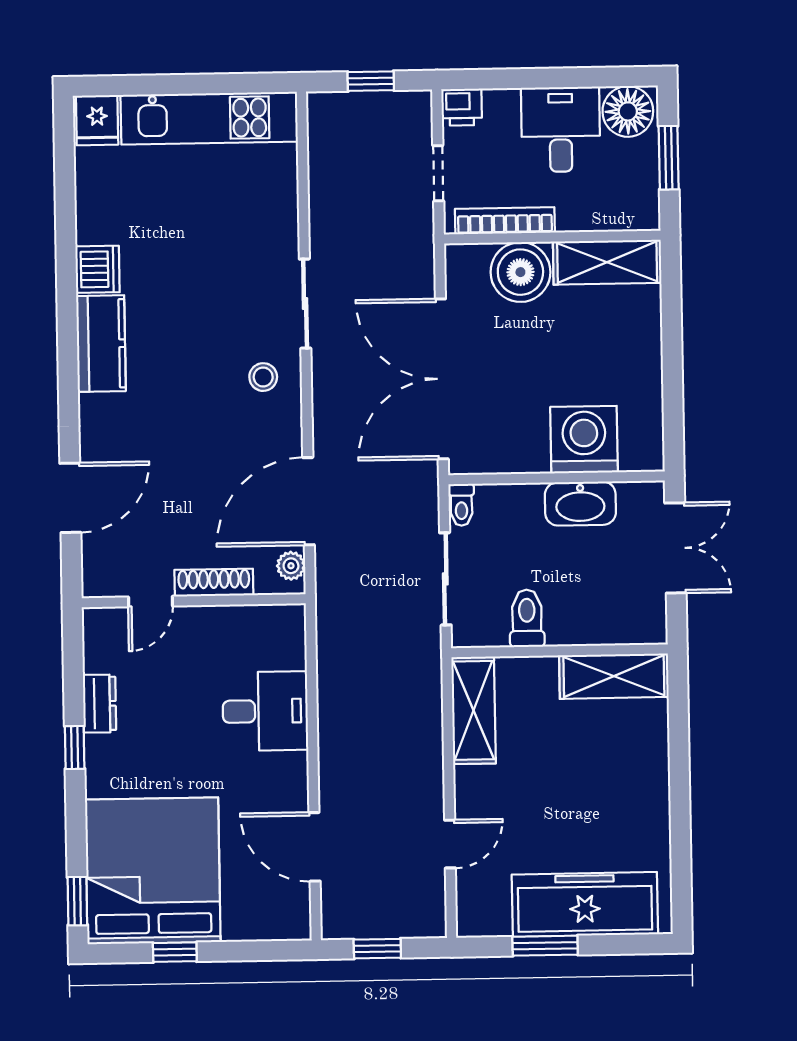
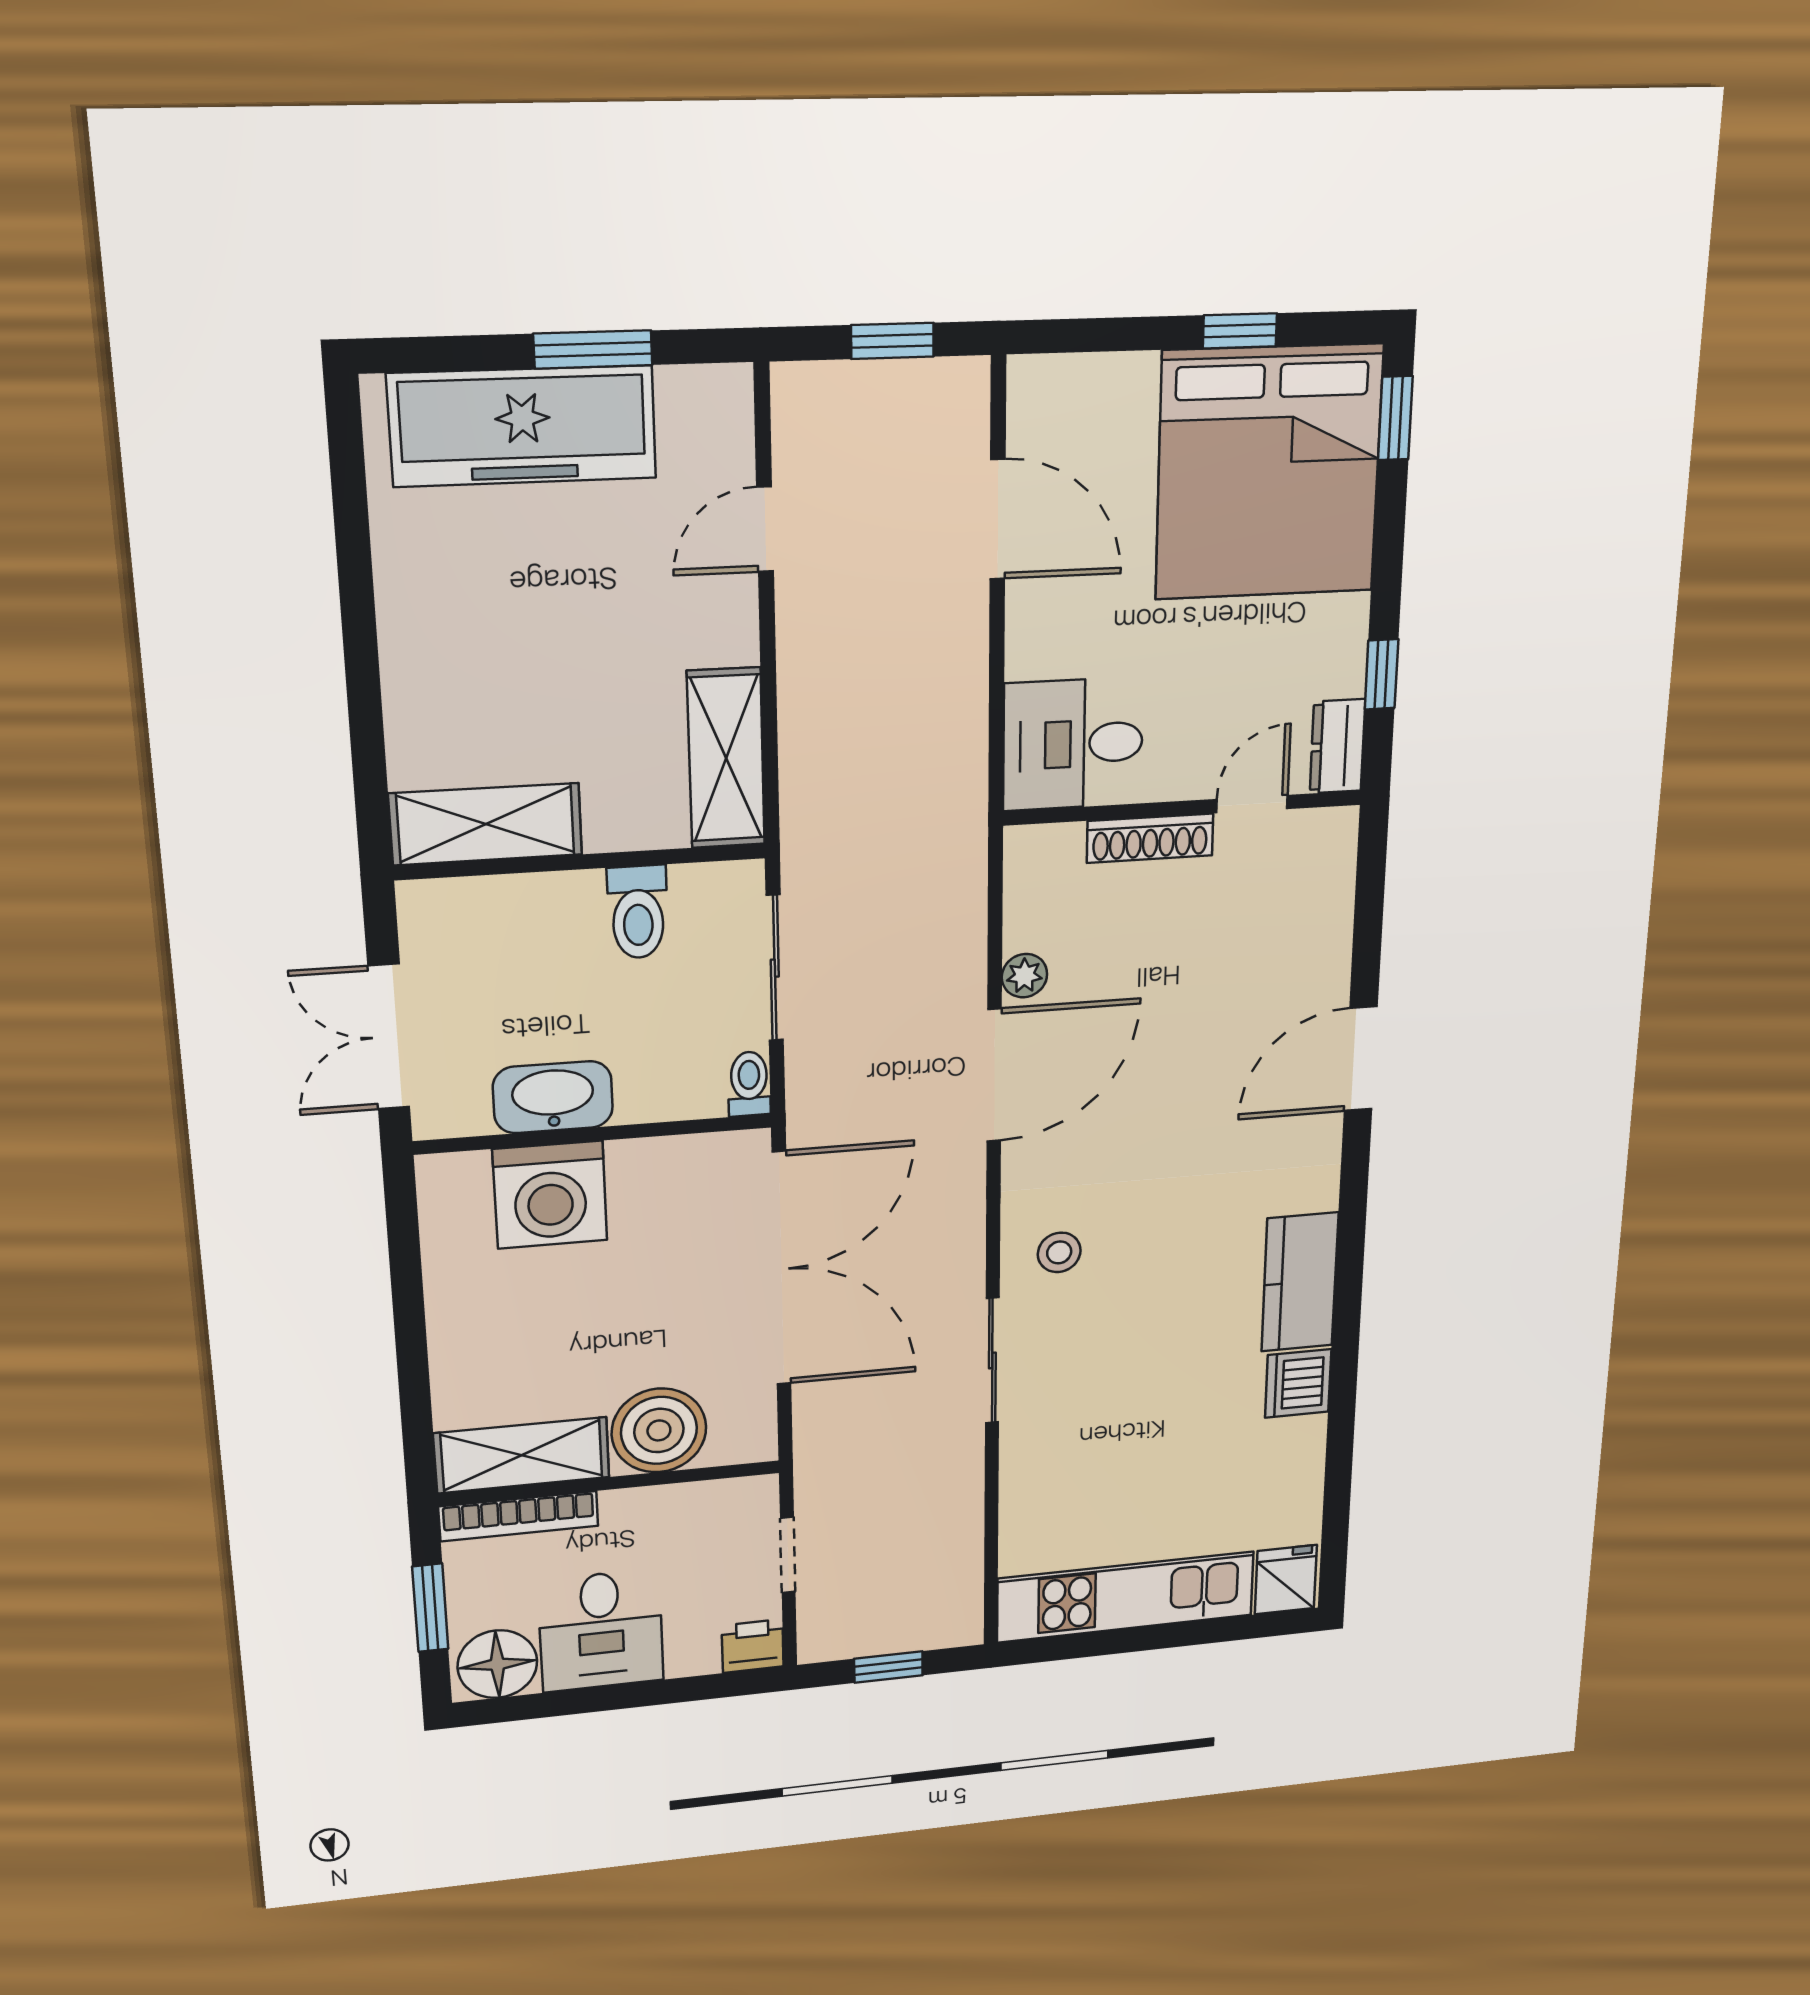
bookcase: (505, 221) -> (519, 1516), moved
shoe rack: (214, 583) -> (1150, 838), moved
wall: (194, 601) -> (1184, 808), moved
door: (151, 602) -> (1252, 804), moved

